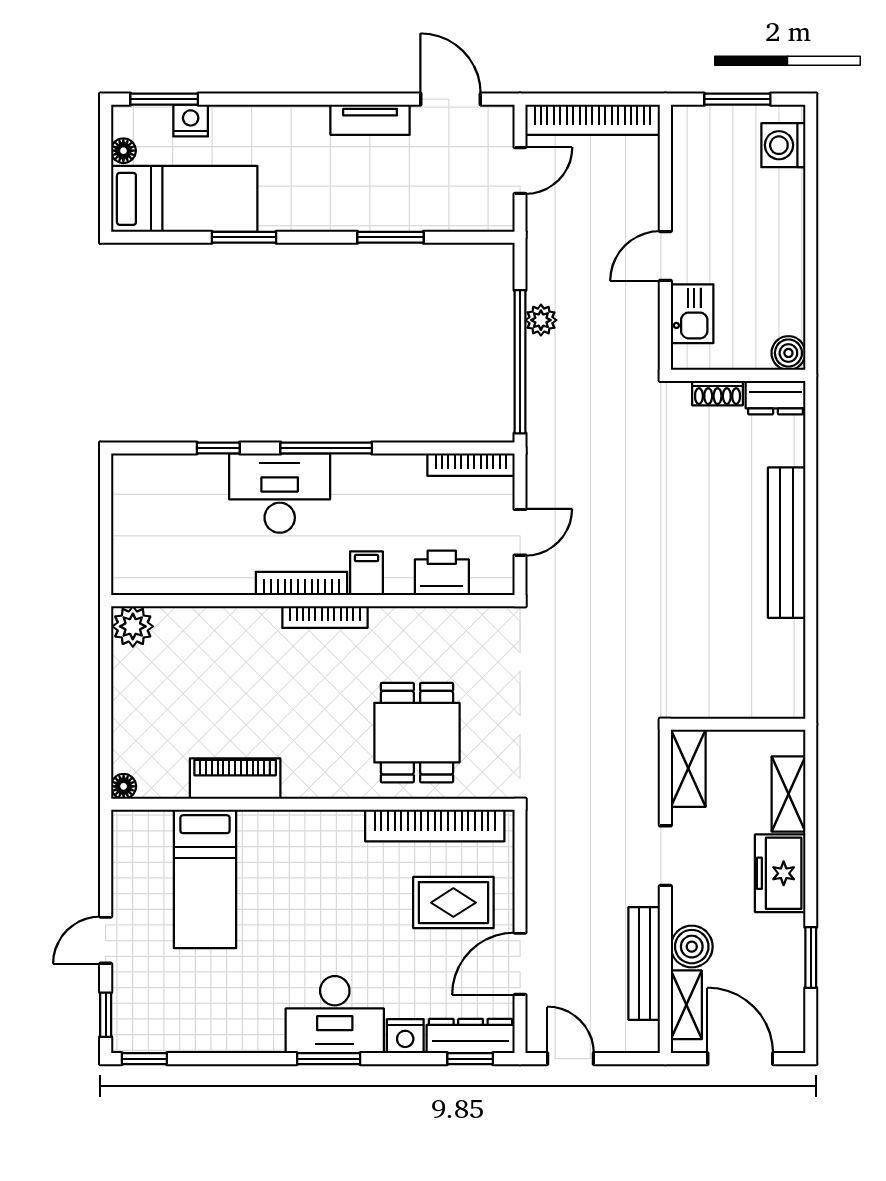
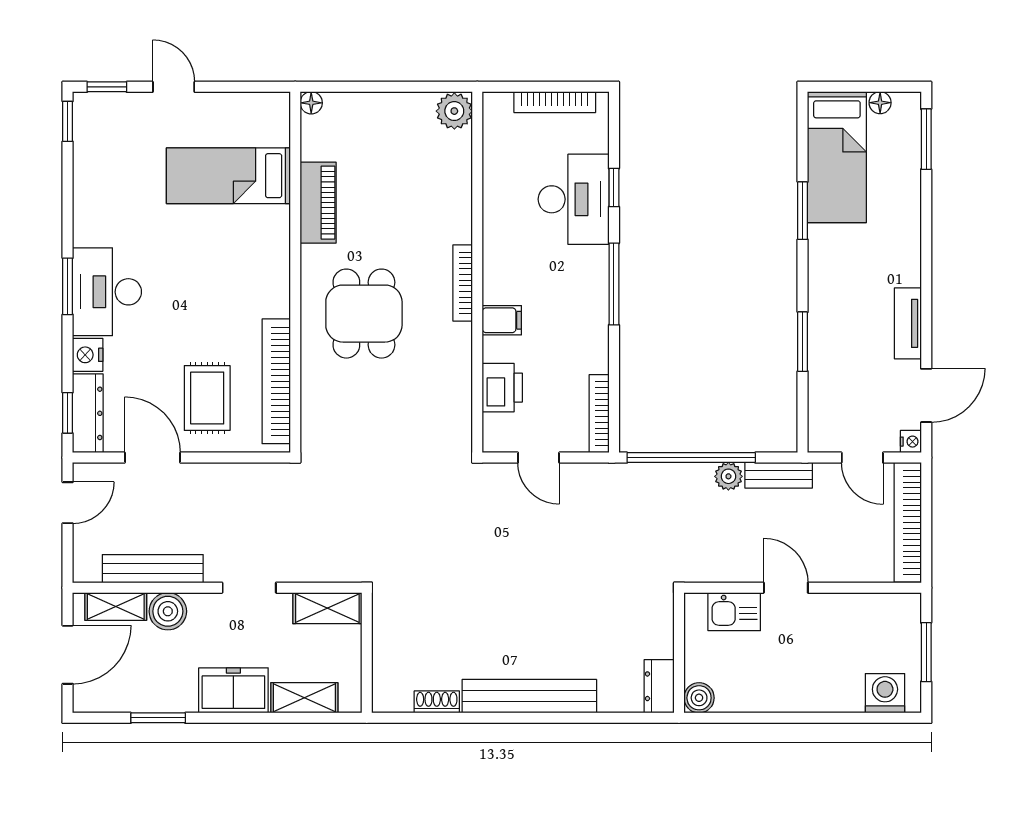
nightstand: (191, 120) -> (911, 442), moved, width x0.72, depth x0.74
bench: (540, 264) -> (779, 475), added
shoe rack: (718, 393) -> (437, 702), moved, turned 90
desk: (280, 493) -> (574, 199), moved
bookcase: (302, 584) -> (555, 102), moved, turned 90
dining table: (417, 733) -> (364, 314), moved, turned 90

